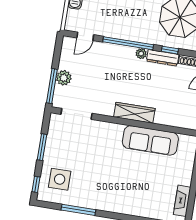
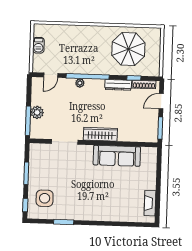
window: (170, 50) -> (134, 78), moved
plant: (141, 54) -> (80, 83), moved
doorway: (76, 114) -> (65, 142), moved
window: (78, 210) -> (64, 222), width x0.69

